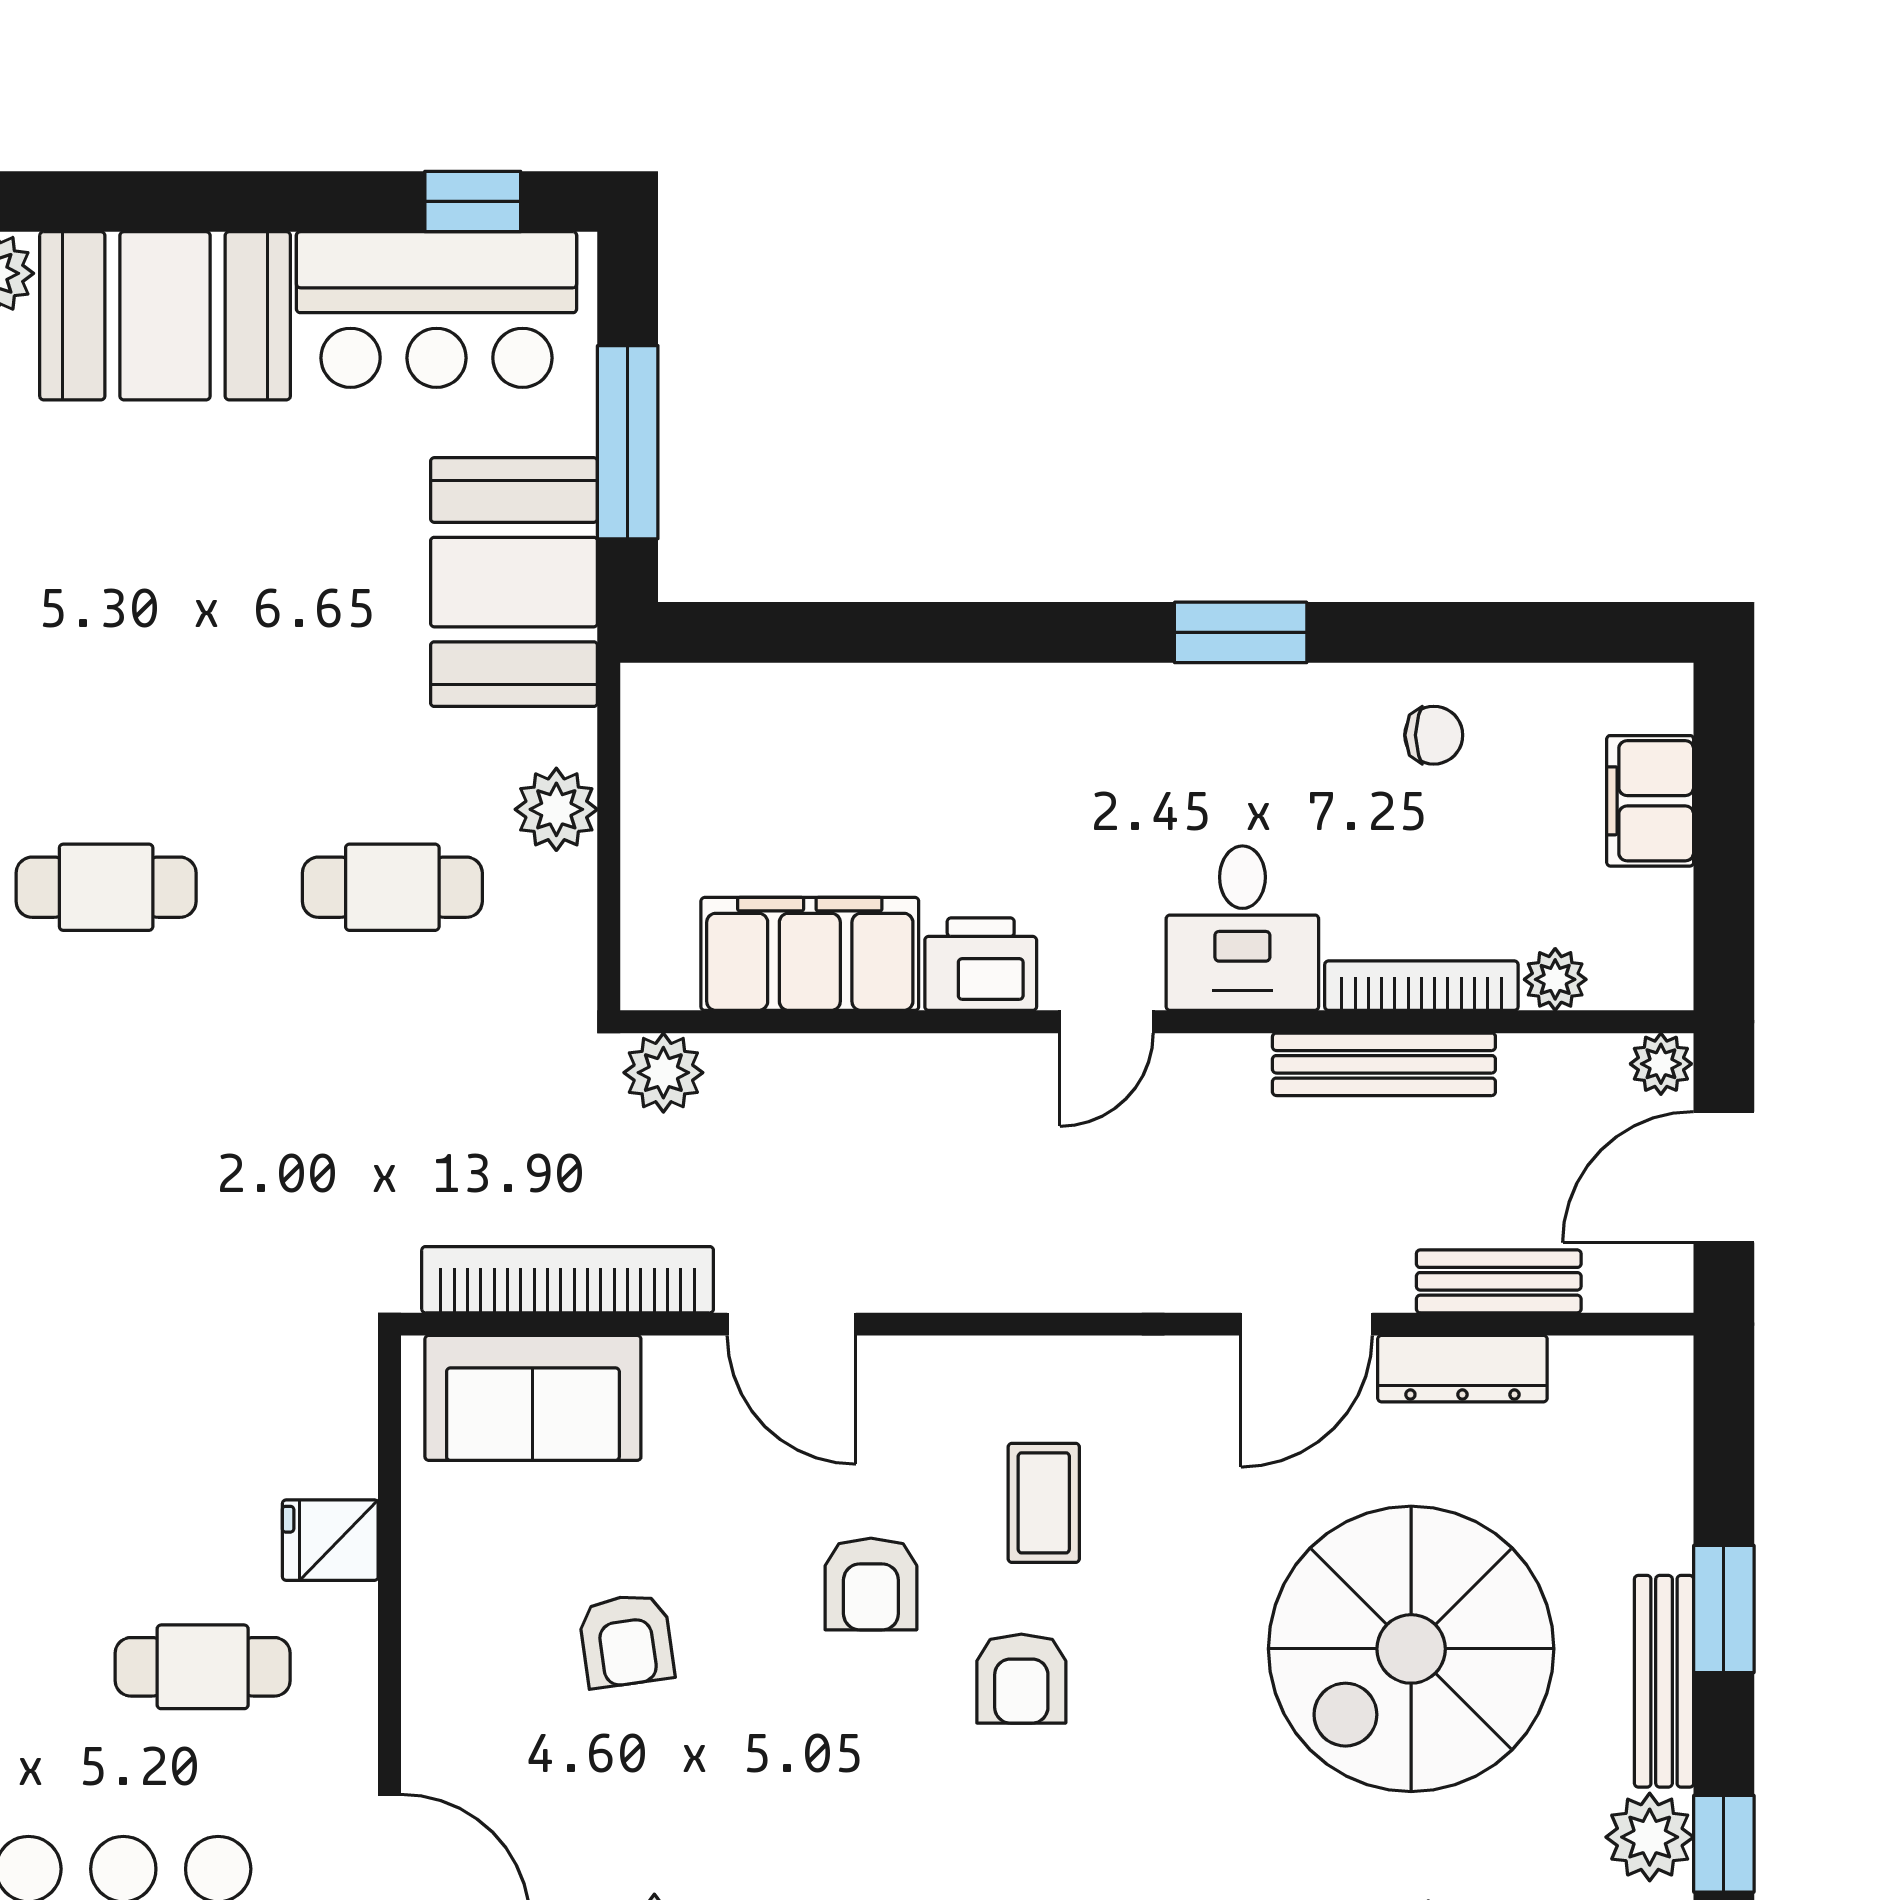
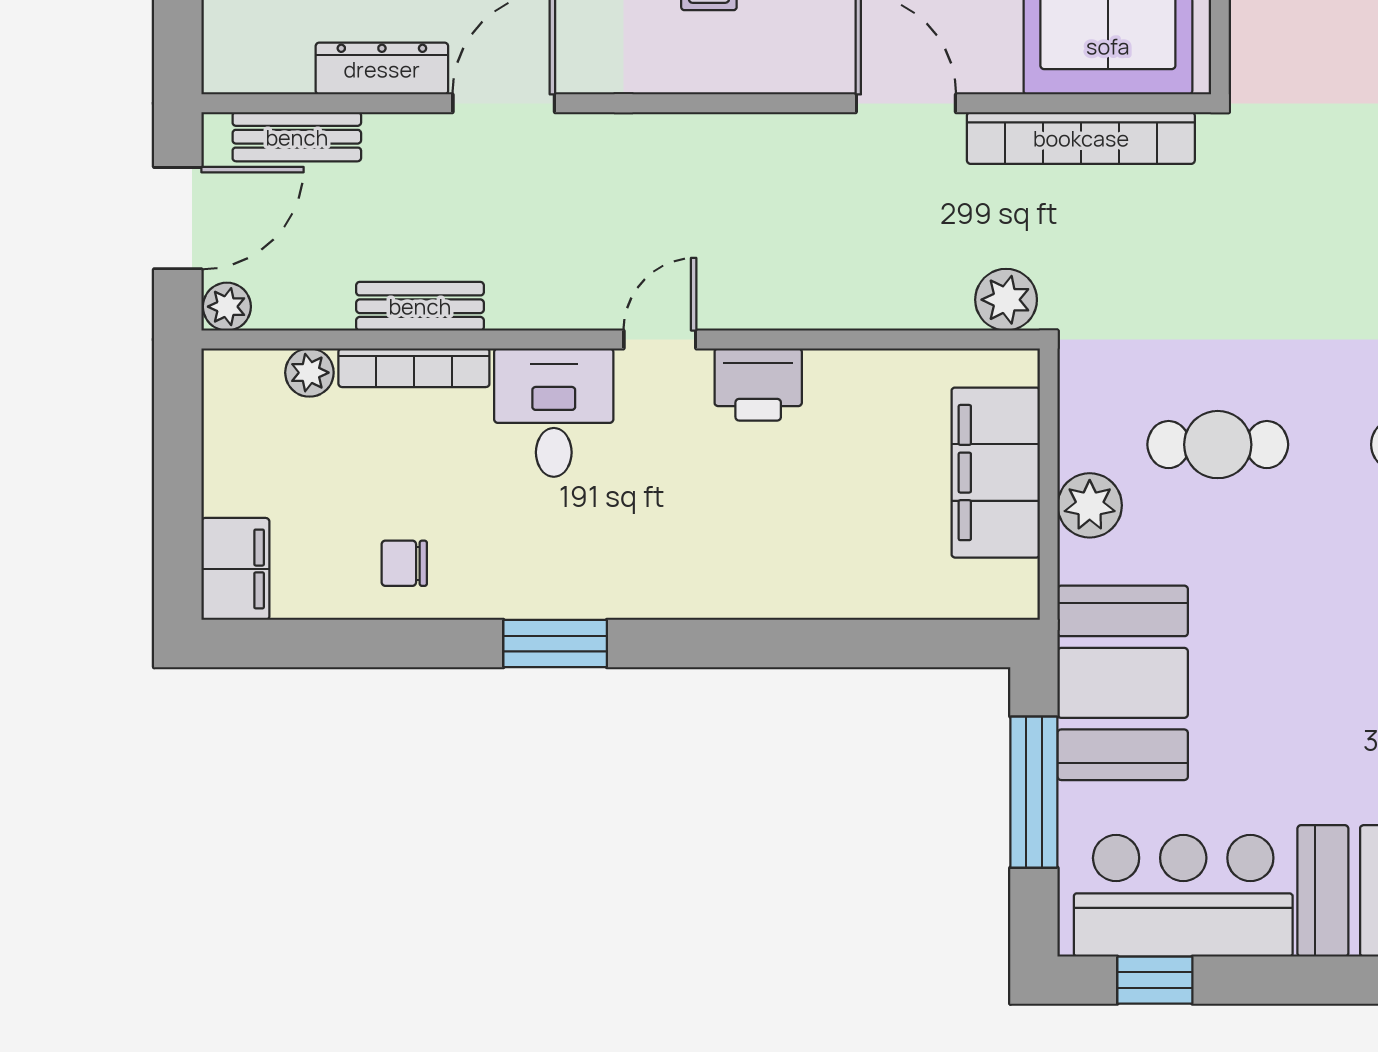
filing cabinet: (1650, 801) -> (235, 569), moved
filing cabinet: (810, 954) -> (996, 473), moved, turned 90
bench: (1384, 1064) -> (420, 306), width x0.73
bench: (1499, 1281) -> (297, 137), moved

